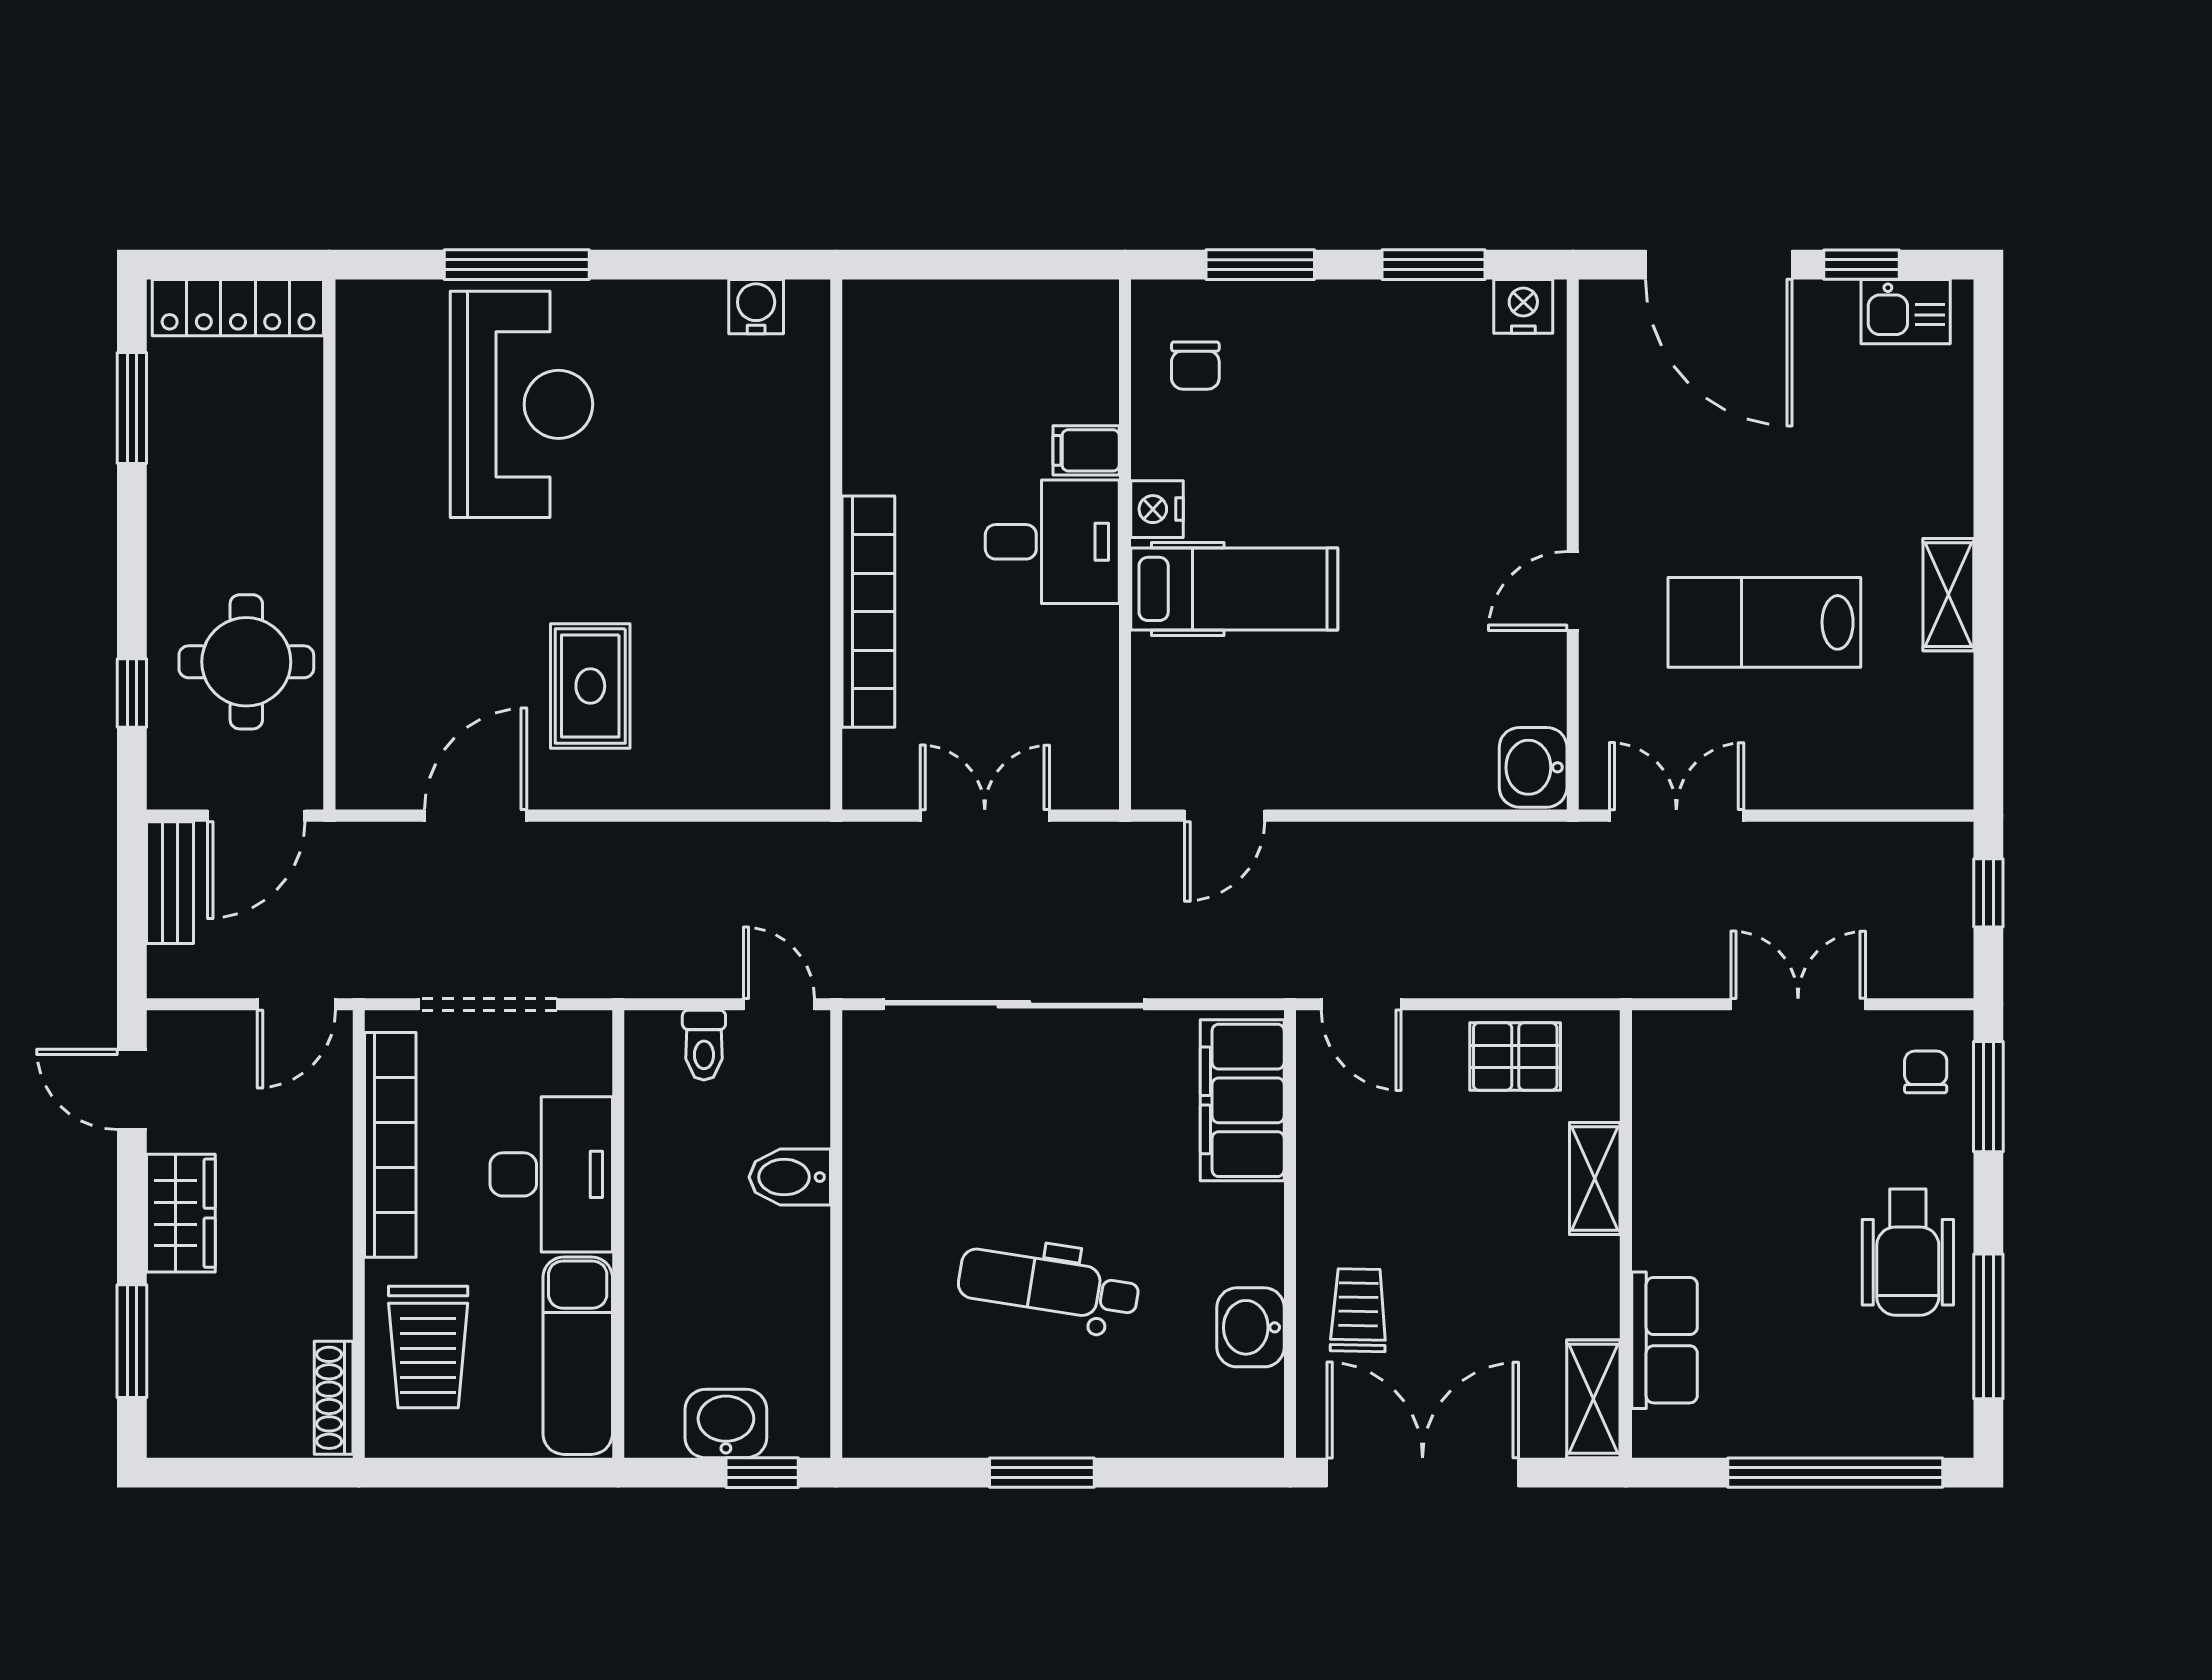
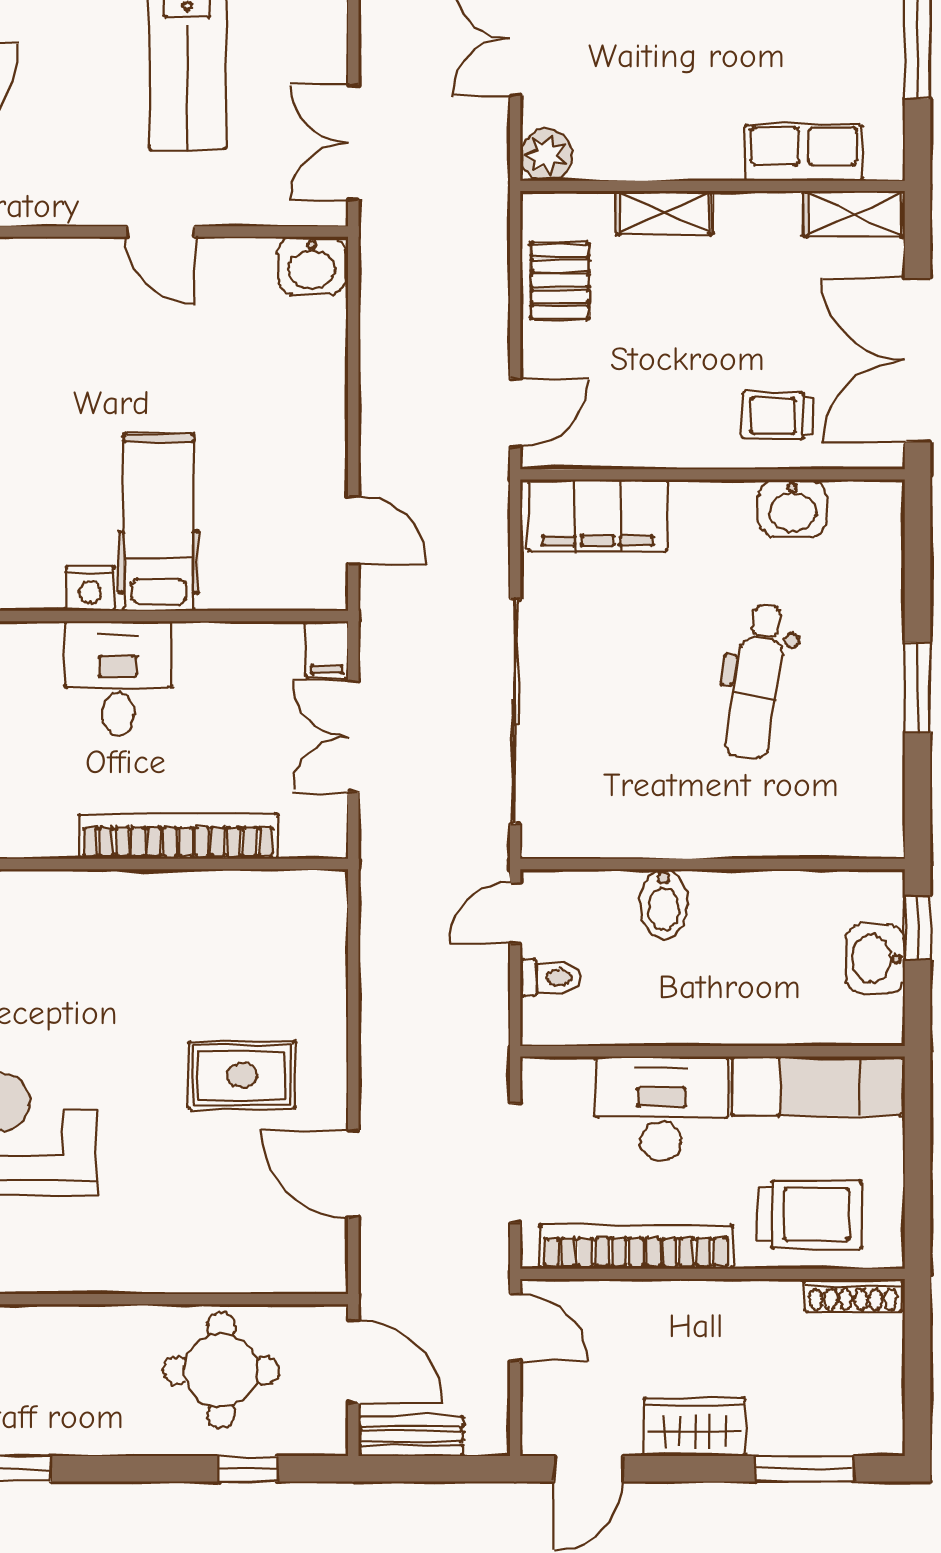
filing cabinet: (1086, 450) -> (327, 649), moved
plant: (1662, 1041) -> (546, 155), added

